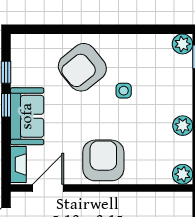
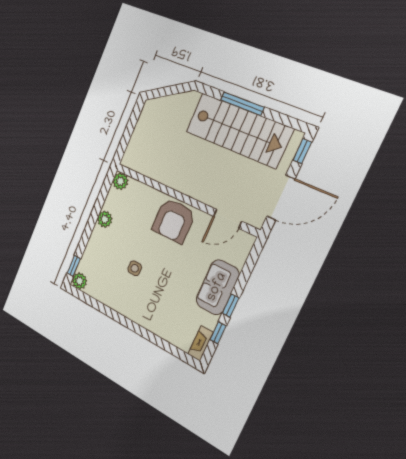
armchair: (82, 67) -> (157, 303), removed
fireplace: (18, 164) -> (201, 343), moved

